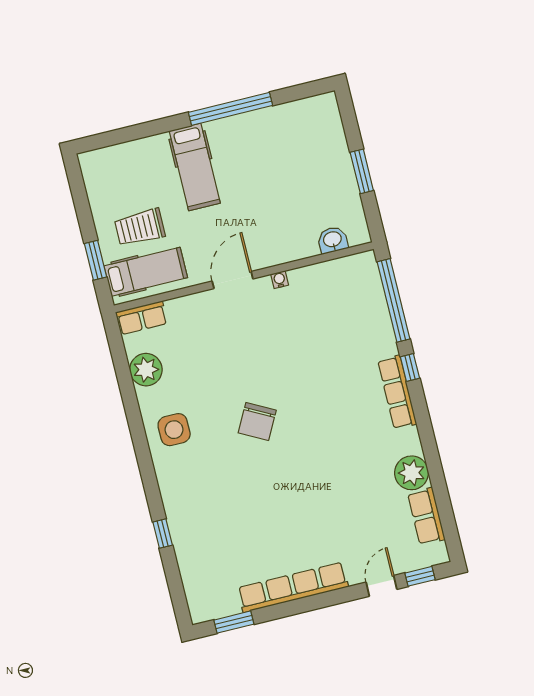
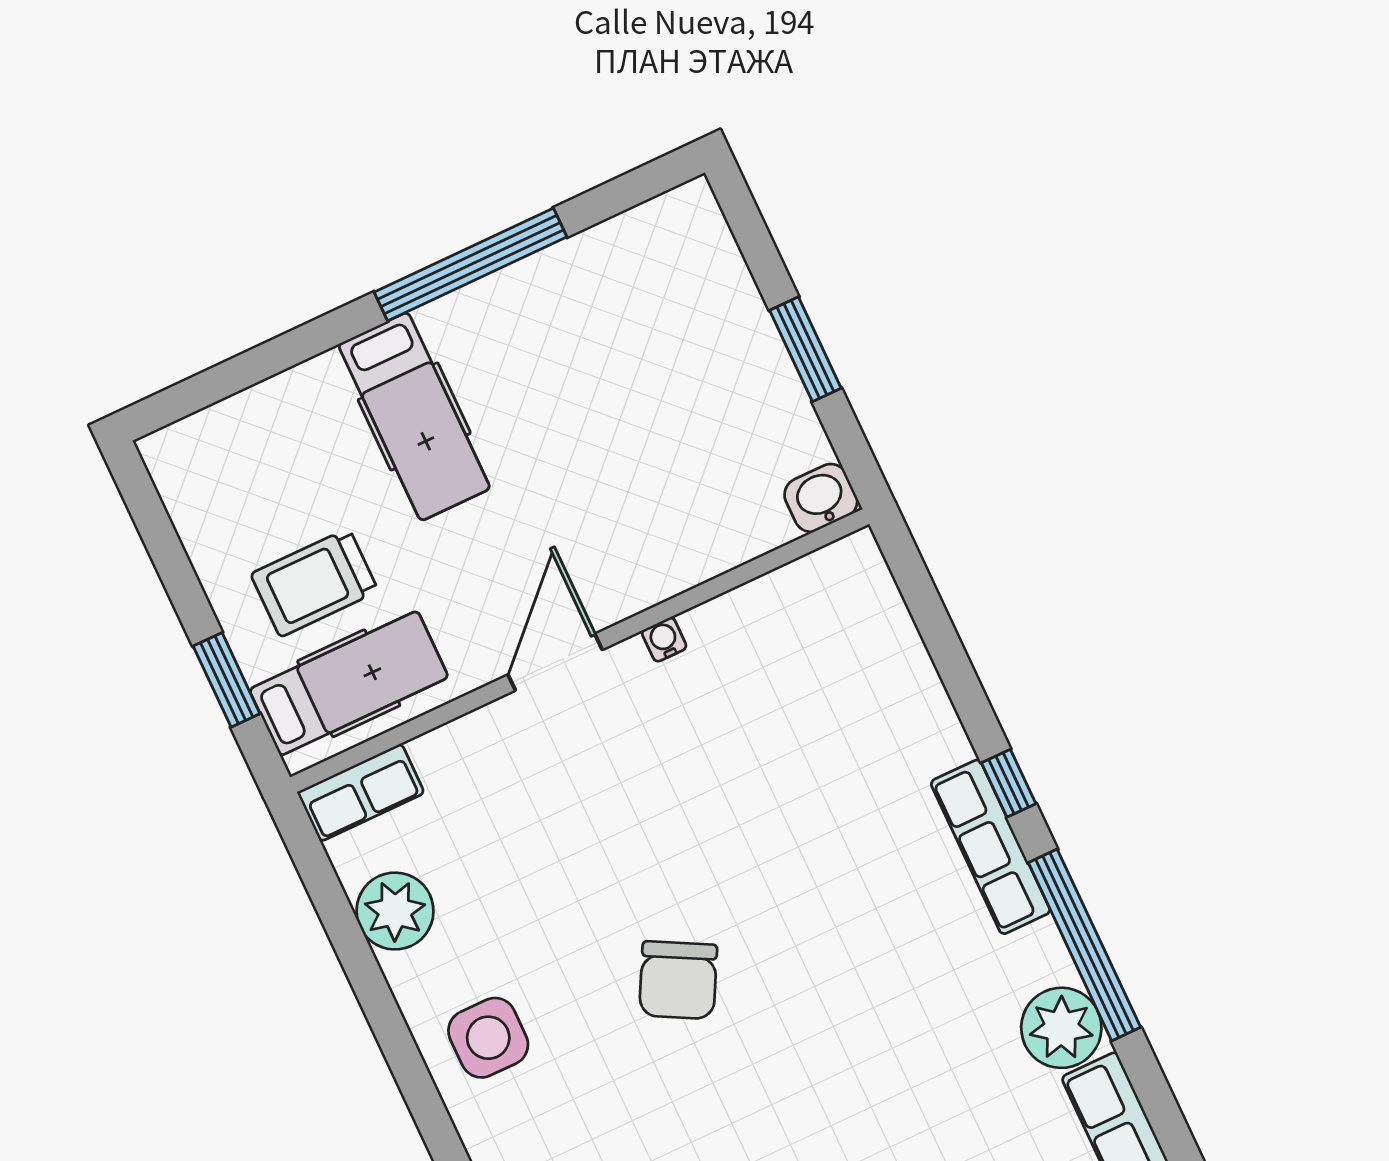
washbasin: (333, 240) -> (821, 498), moved
window: (393, 300) -> (1084, 945), moved

